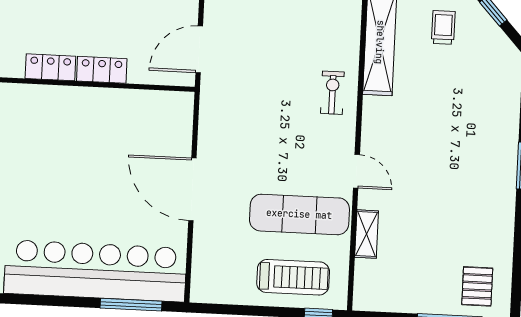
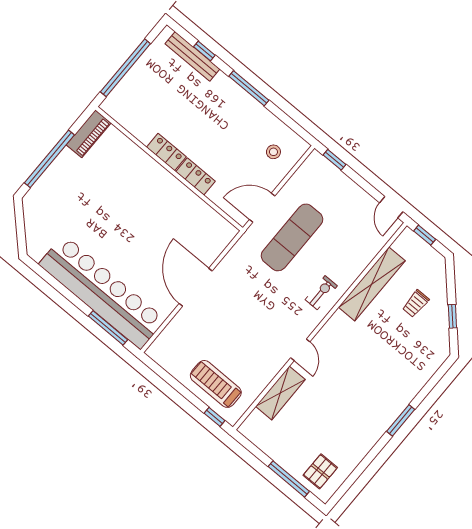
trolley: (443, 27) -> (416, 304), turned 180
exercise mat: (299, 214) -> (292, 237), moved, turned 90
shelving: (367, 234) -> (280, 393), width x1.50, depth x1.33
treadmill: (293, 277) -> (216, 384), turned 180

